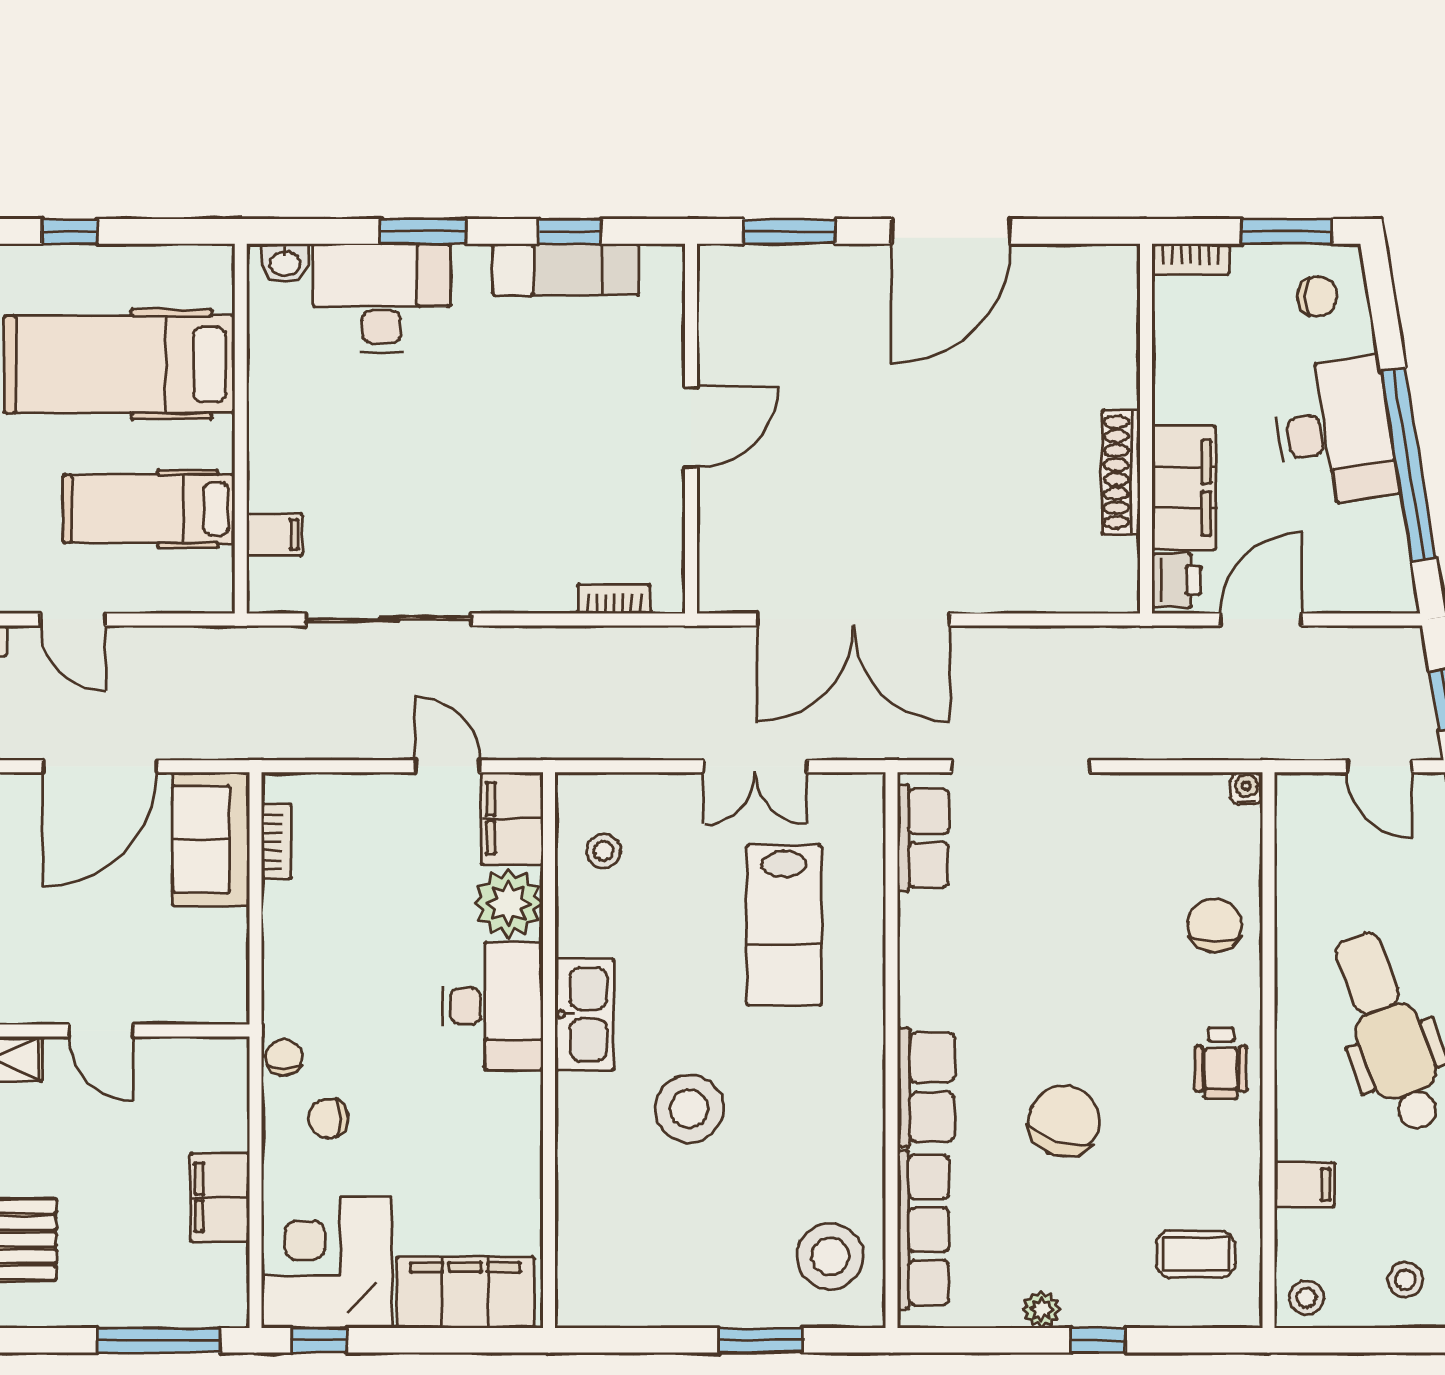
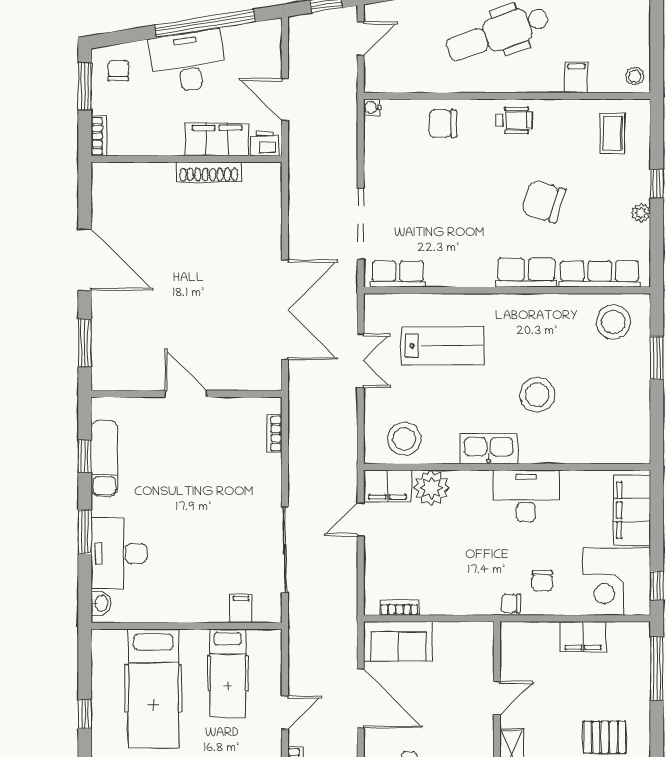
stool: (604, 851) -> (404, 439), width x1.89, depth x1.89
desk: (493, 1006) -> (526, 496), moved
stool: (1405, 1280) -> (626, 25), removed

